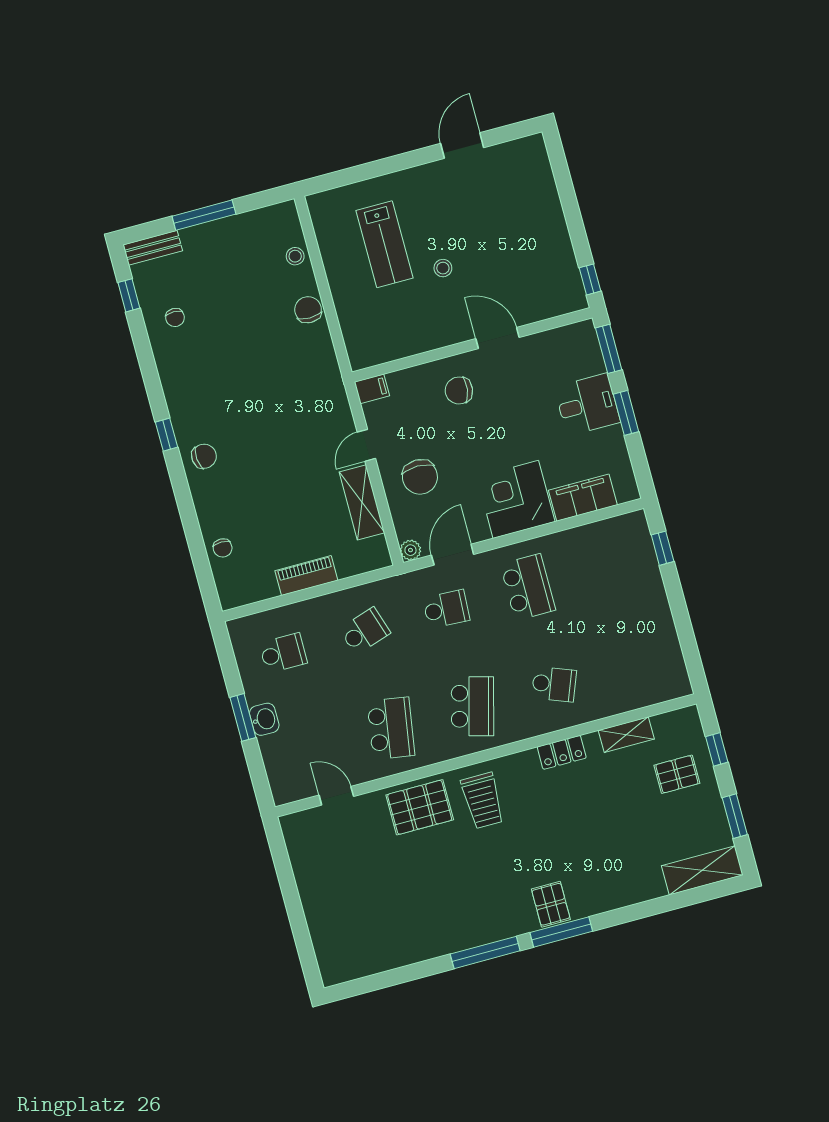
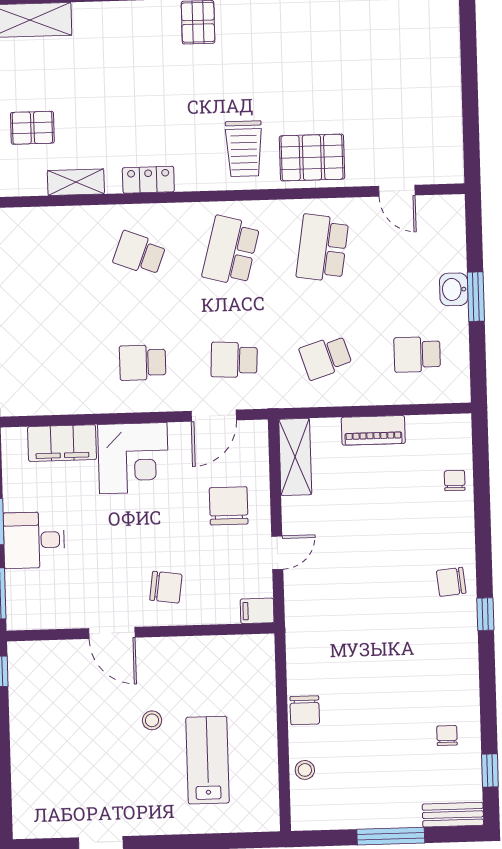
shelving: (362, 502) -> (295, 457), moved
plant: (410, 550) -> (257, 431), removed
school desk: (528, 587) -> (143, 363), width x0.54
trolley: (483, 801) -> (244, 149), turned 180

